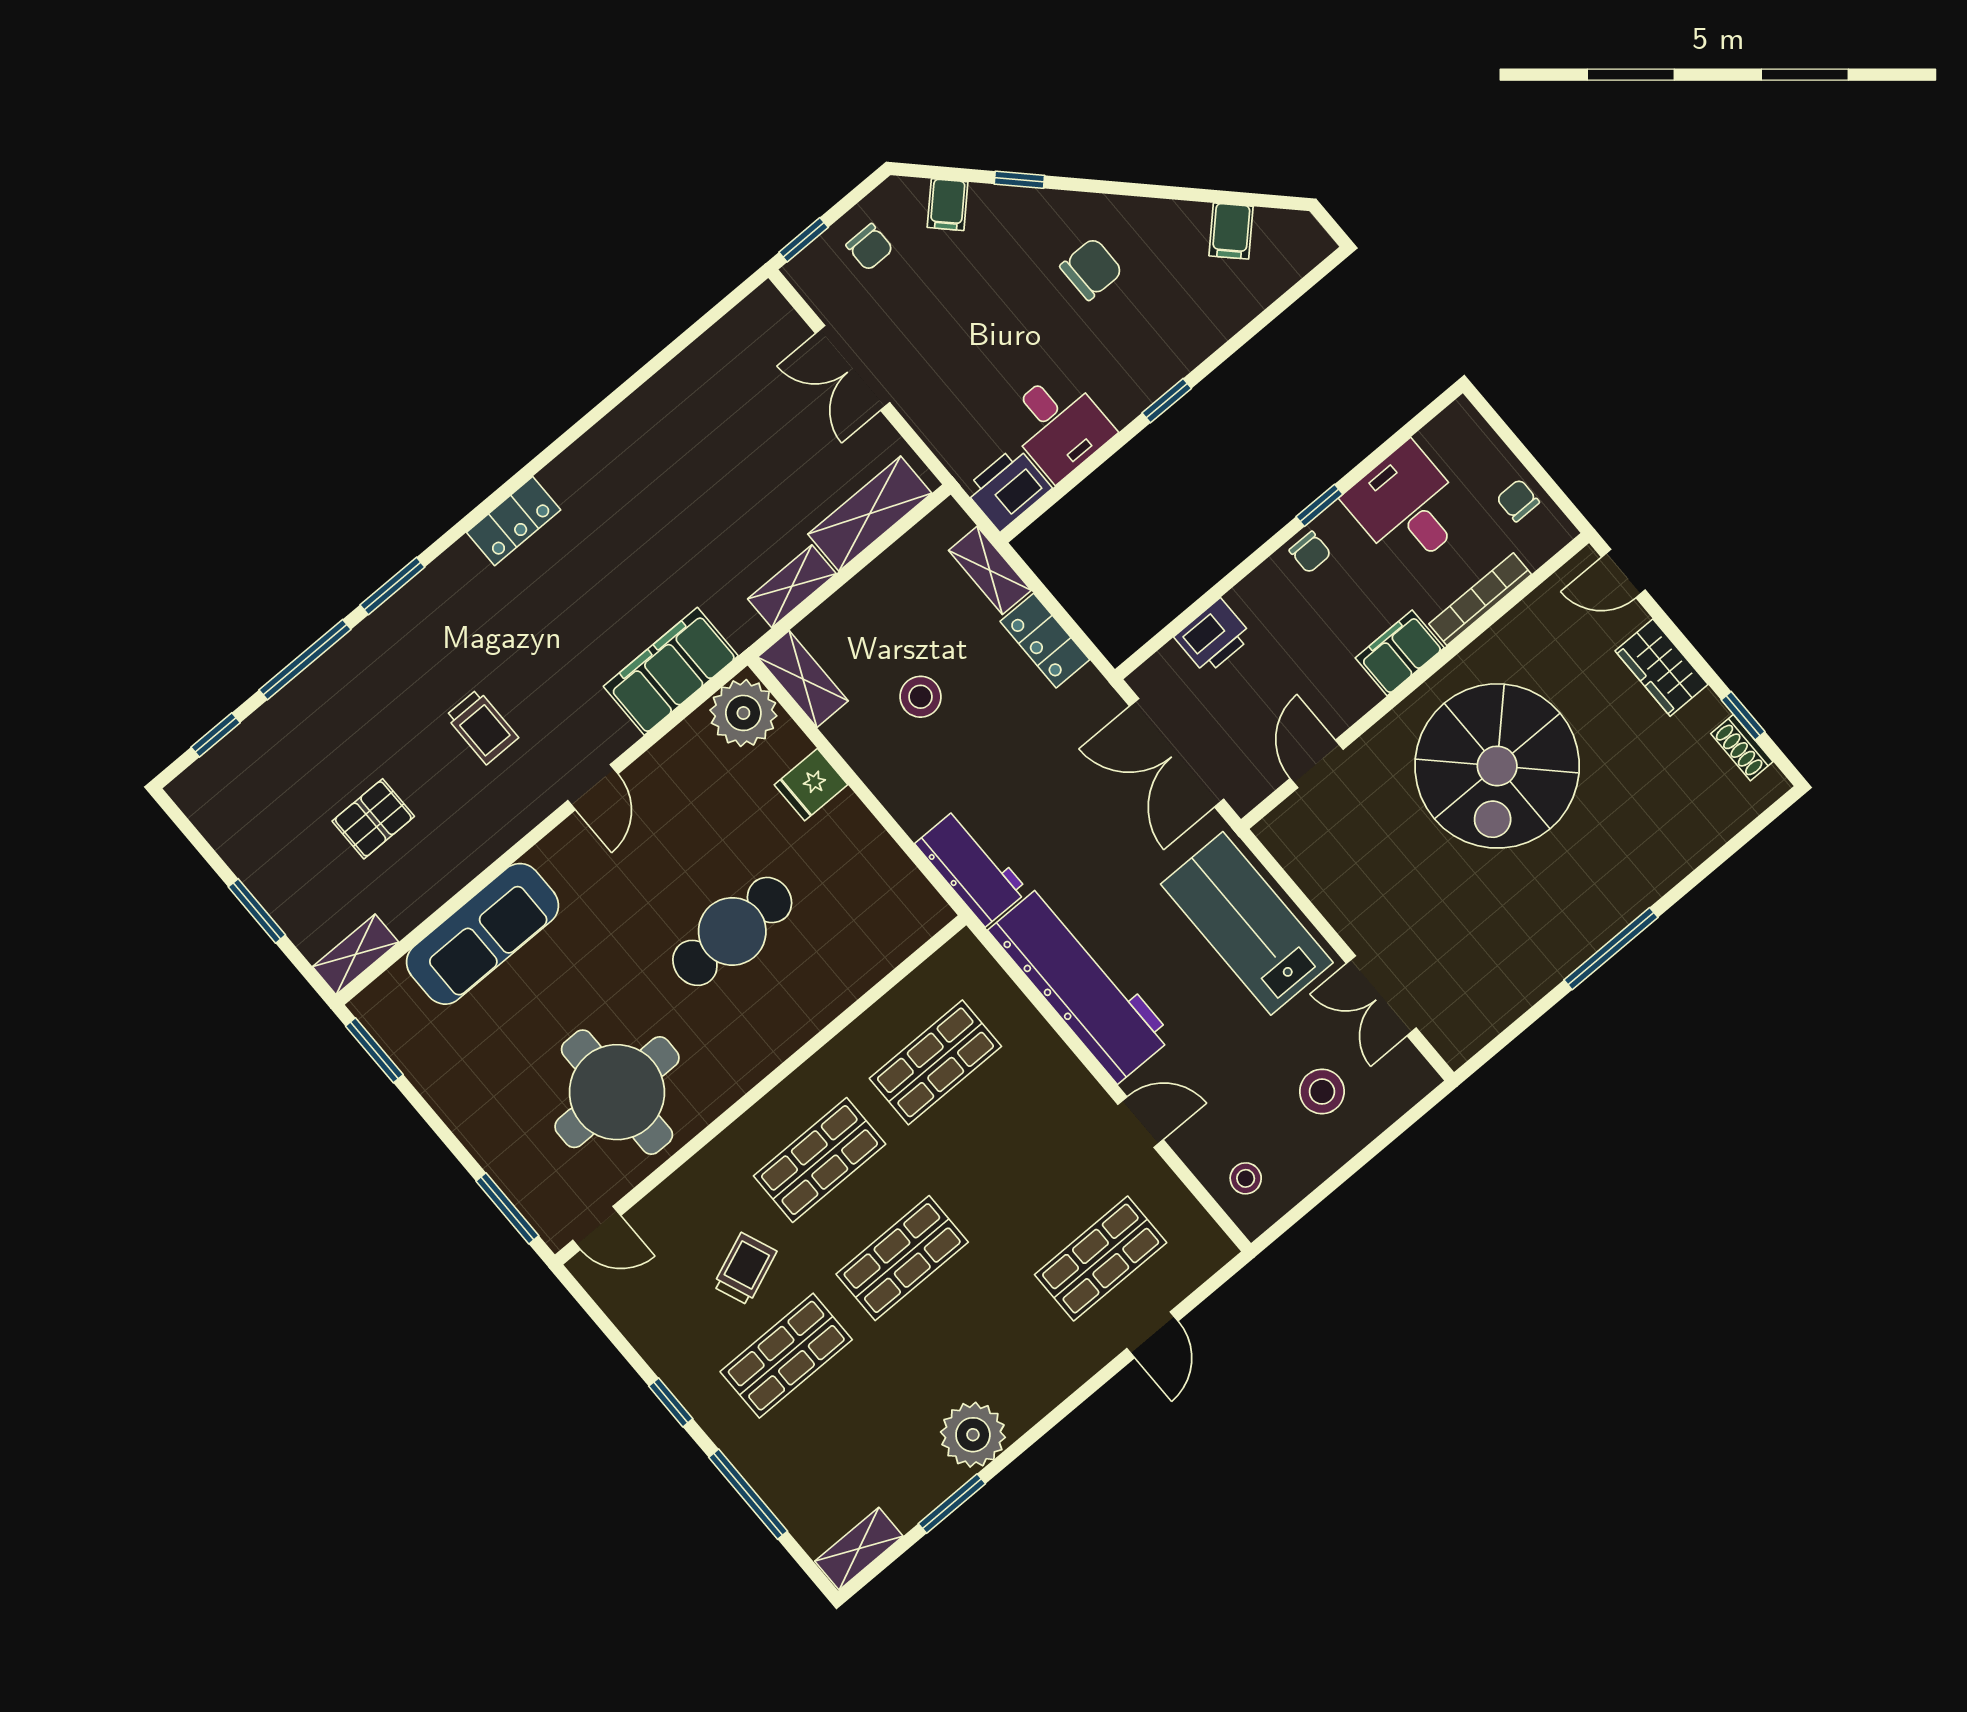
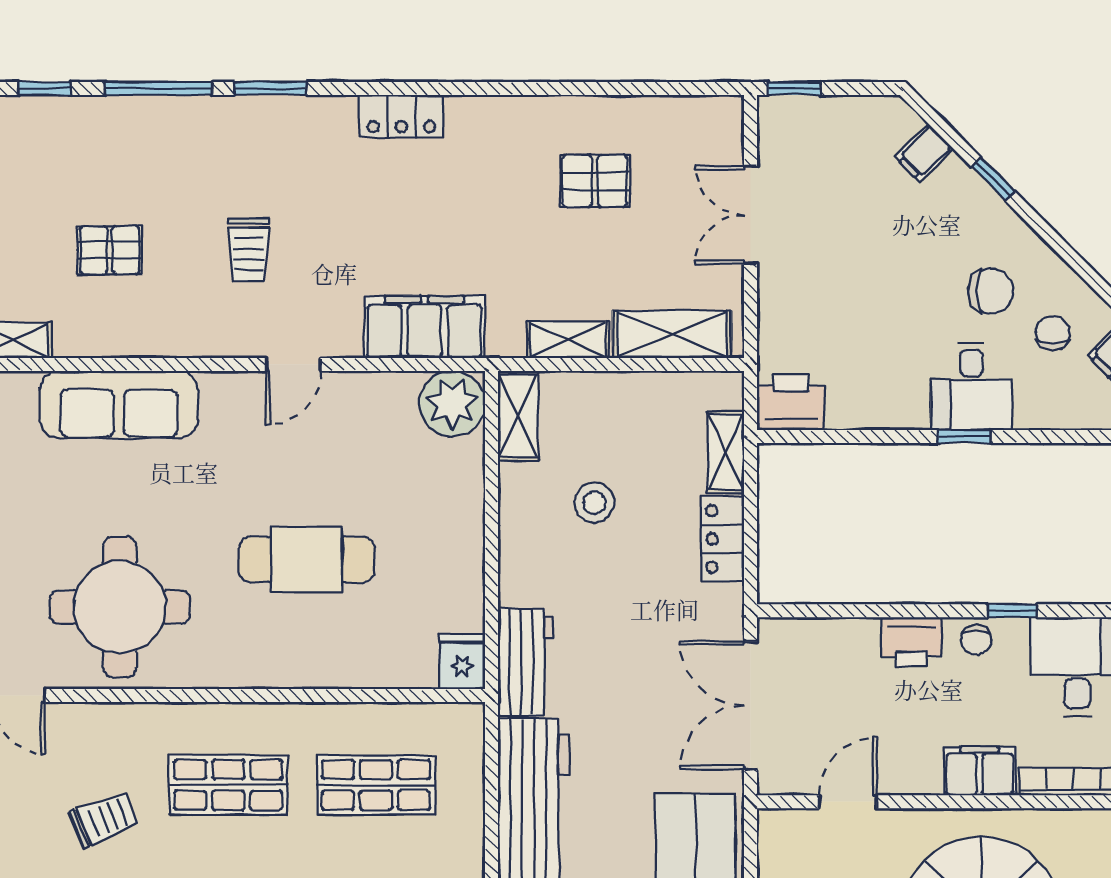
chair: (870, 247) -> (1053, 333), moved, turned 180
desk: (1058, 425) -> (971, 387), moved
pallet: (708, 444) -> (595, 181), added
printer: (1213, 637) -> (912, 642), moved
fridge: (811, 785) -> (462, 662), moved, turned 90

